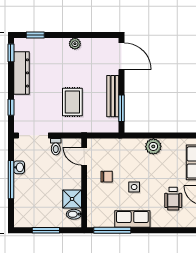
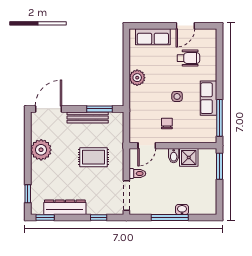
plant: (75, 44) -> (41, 150), width x1.87, depth x1.87
washbasin: (19, 167) -> (182, 210), moved
bidet: (74, 214) -> (174, 156), moved
window: (46, 230) -> (220, 166), moved

